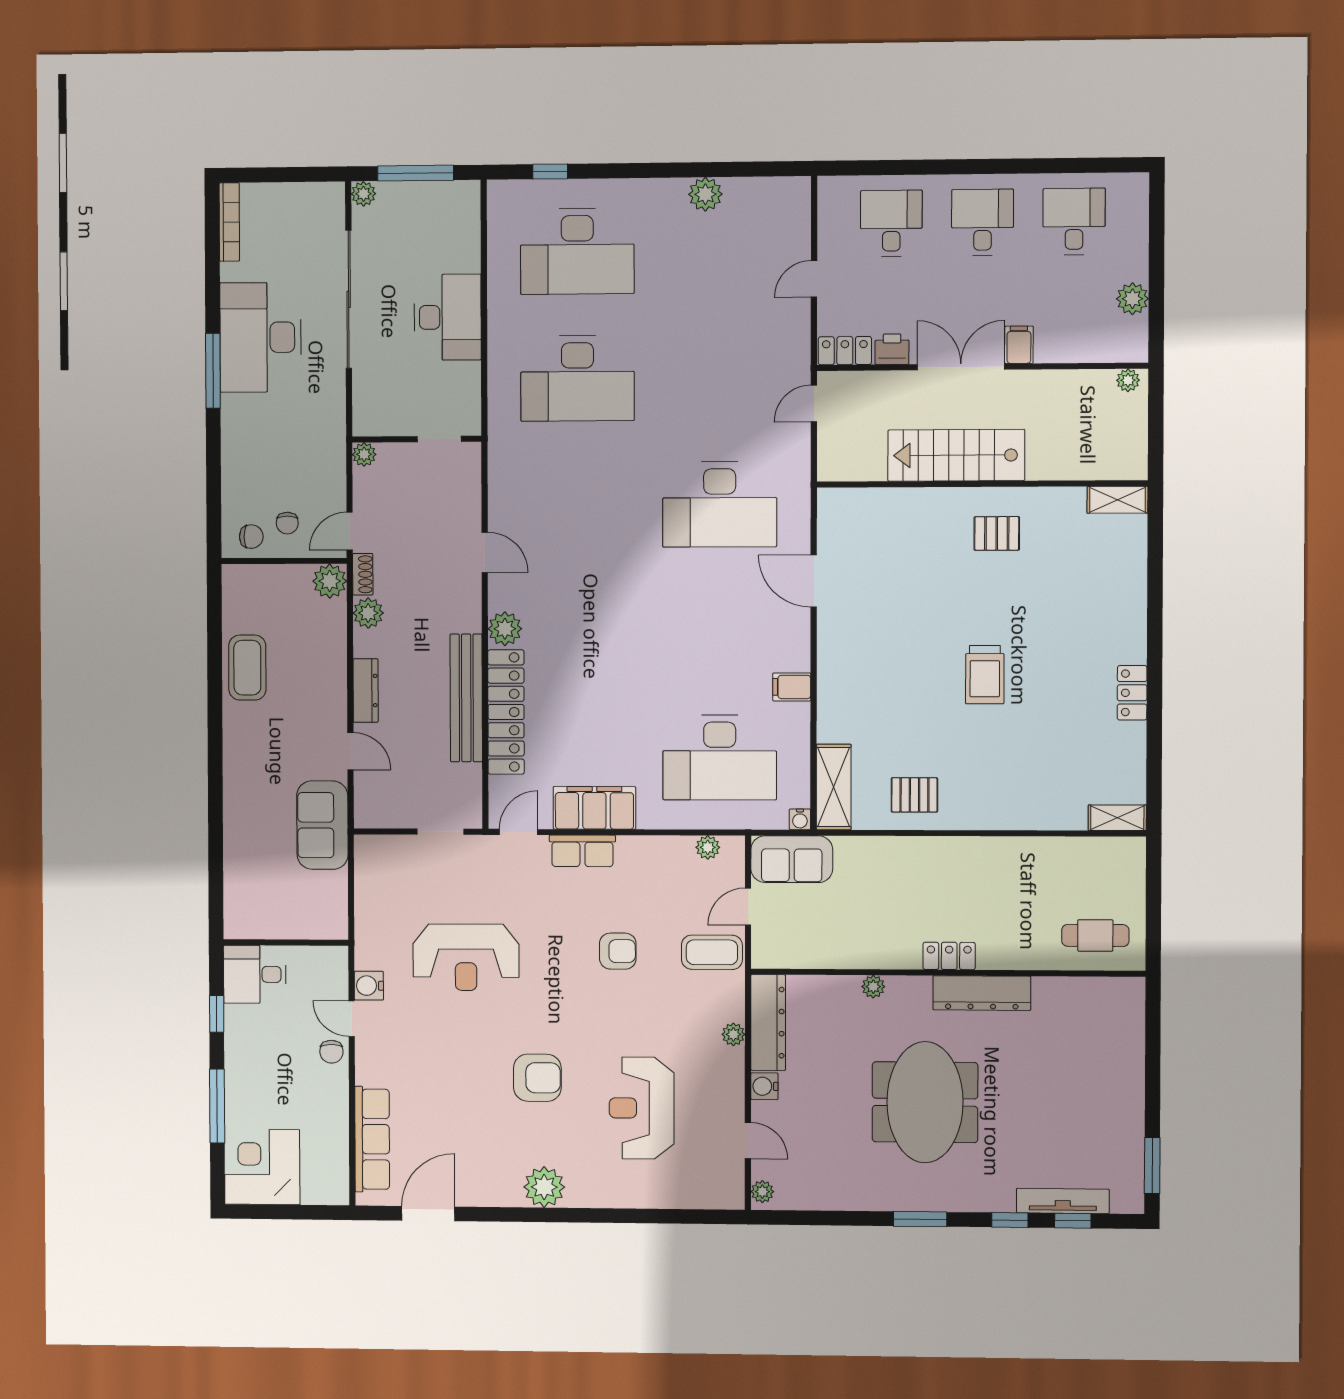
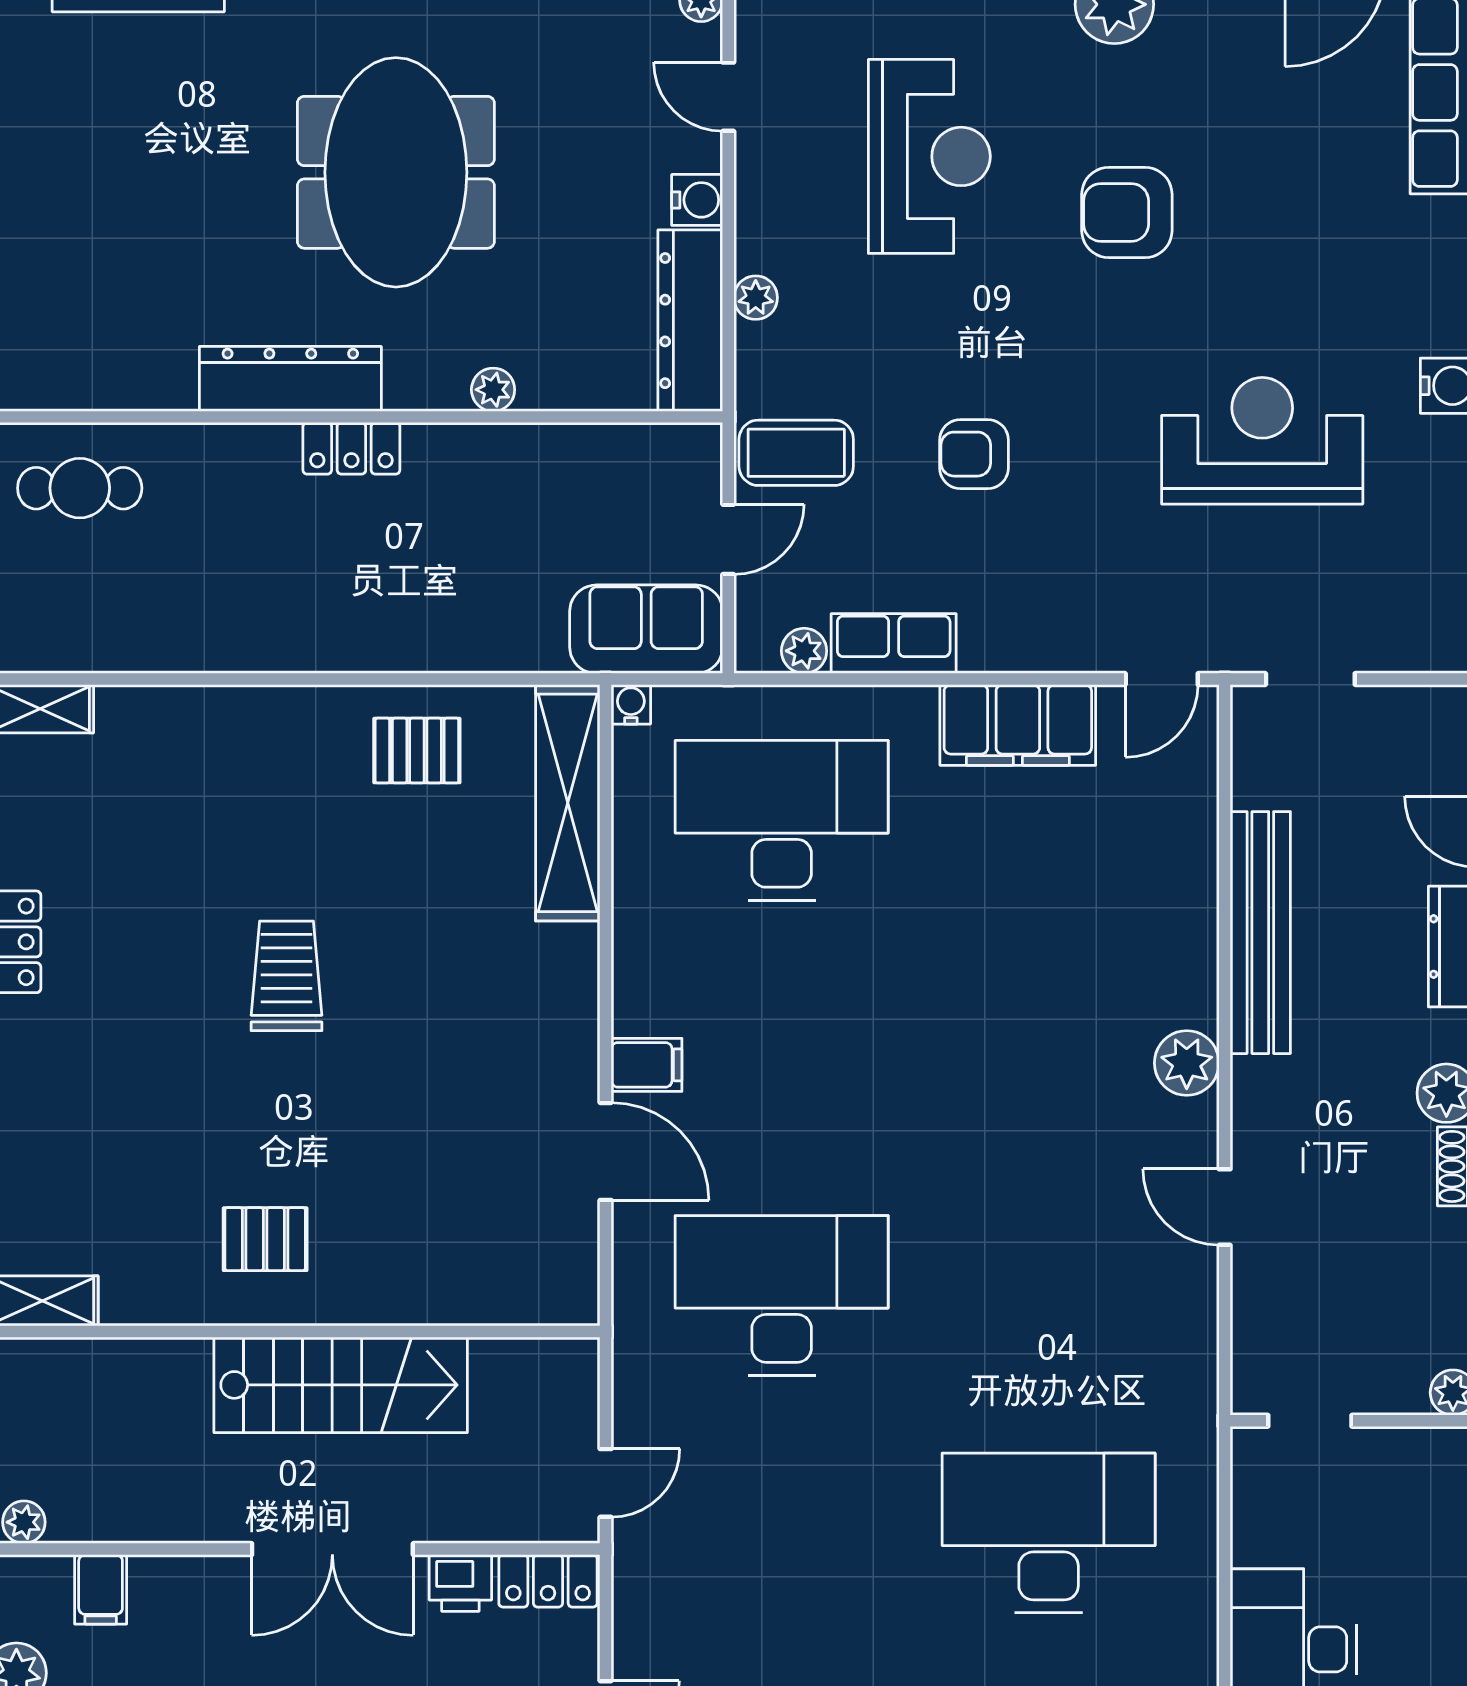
filing cabinet: (1019, 345) -> (101, 1589), moved
filing cabinet: (792, 687) -> (647, 1065), moved
locker: (506, 712) -> (1185, 906), removed
shelving: (834, 787) -> (568, 803), width x1.47
row of seats: (582, 851) -> (894, 644), moved

